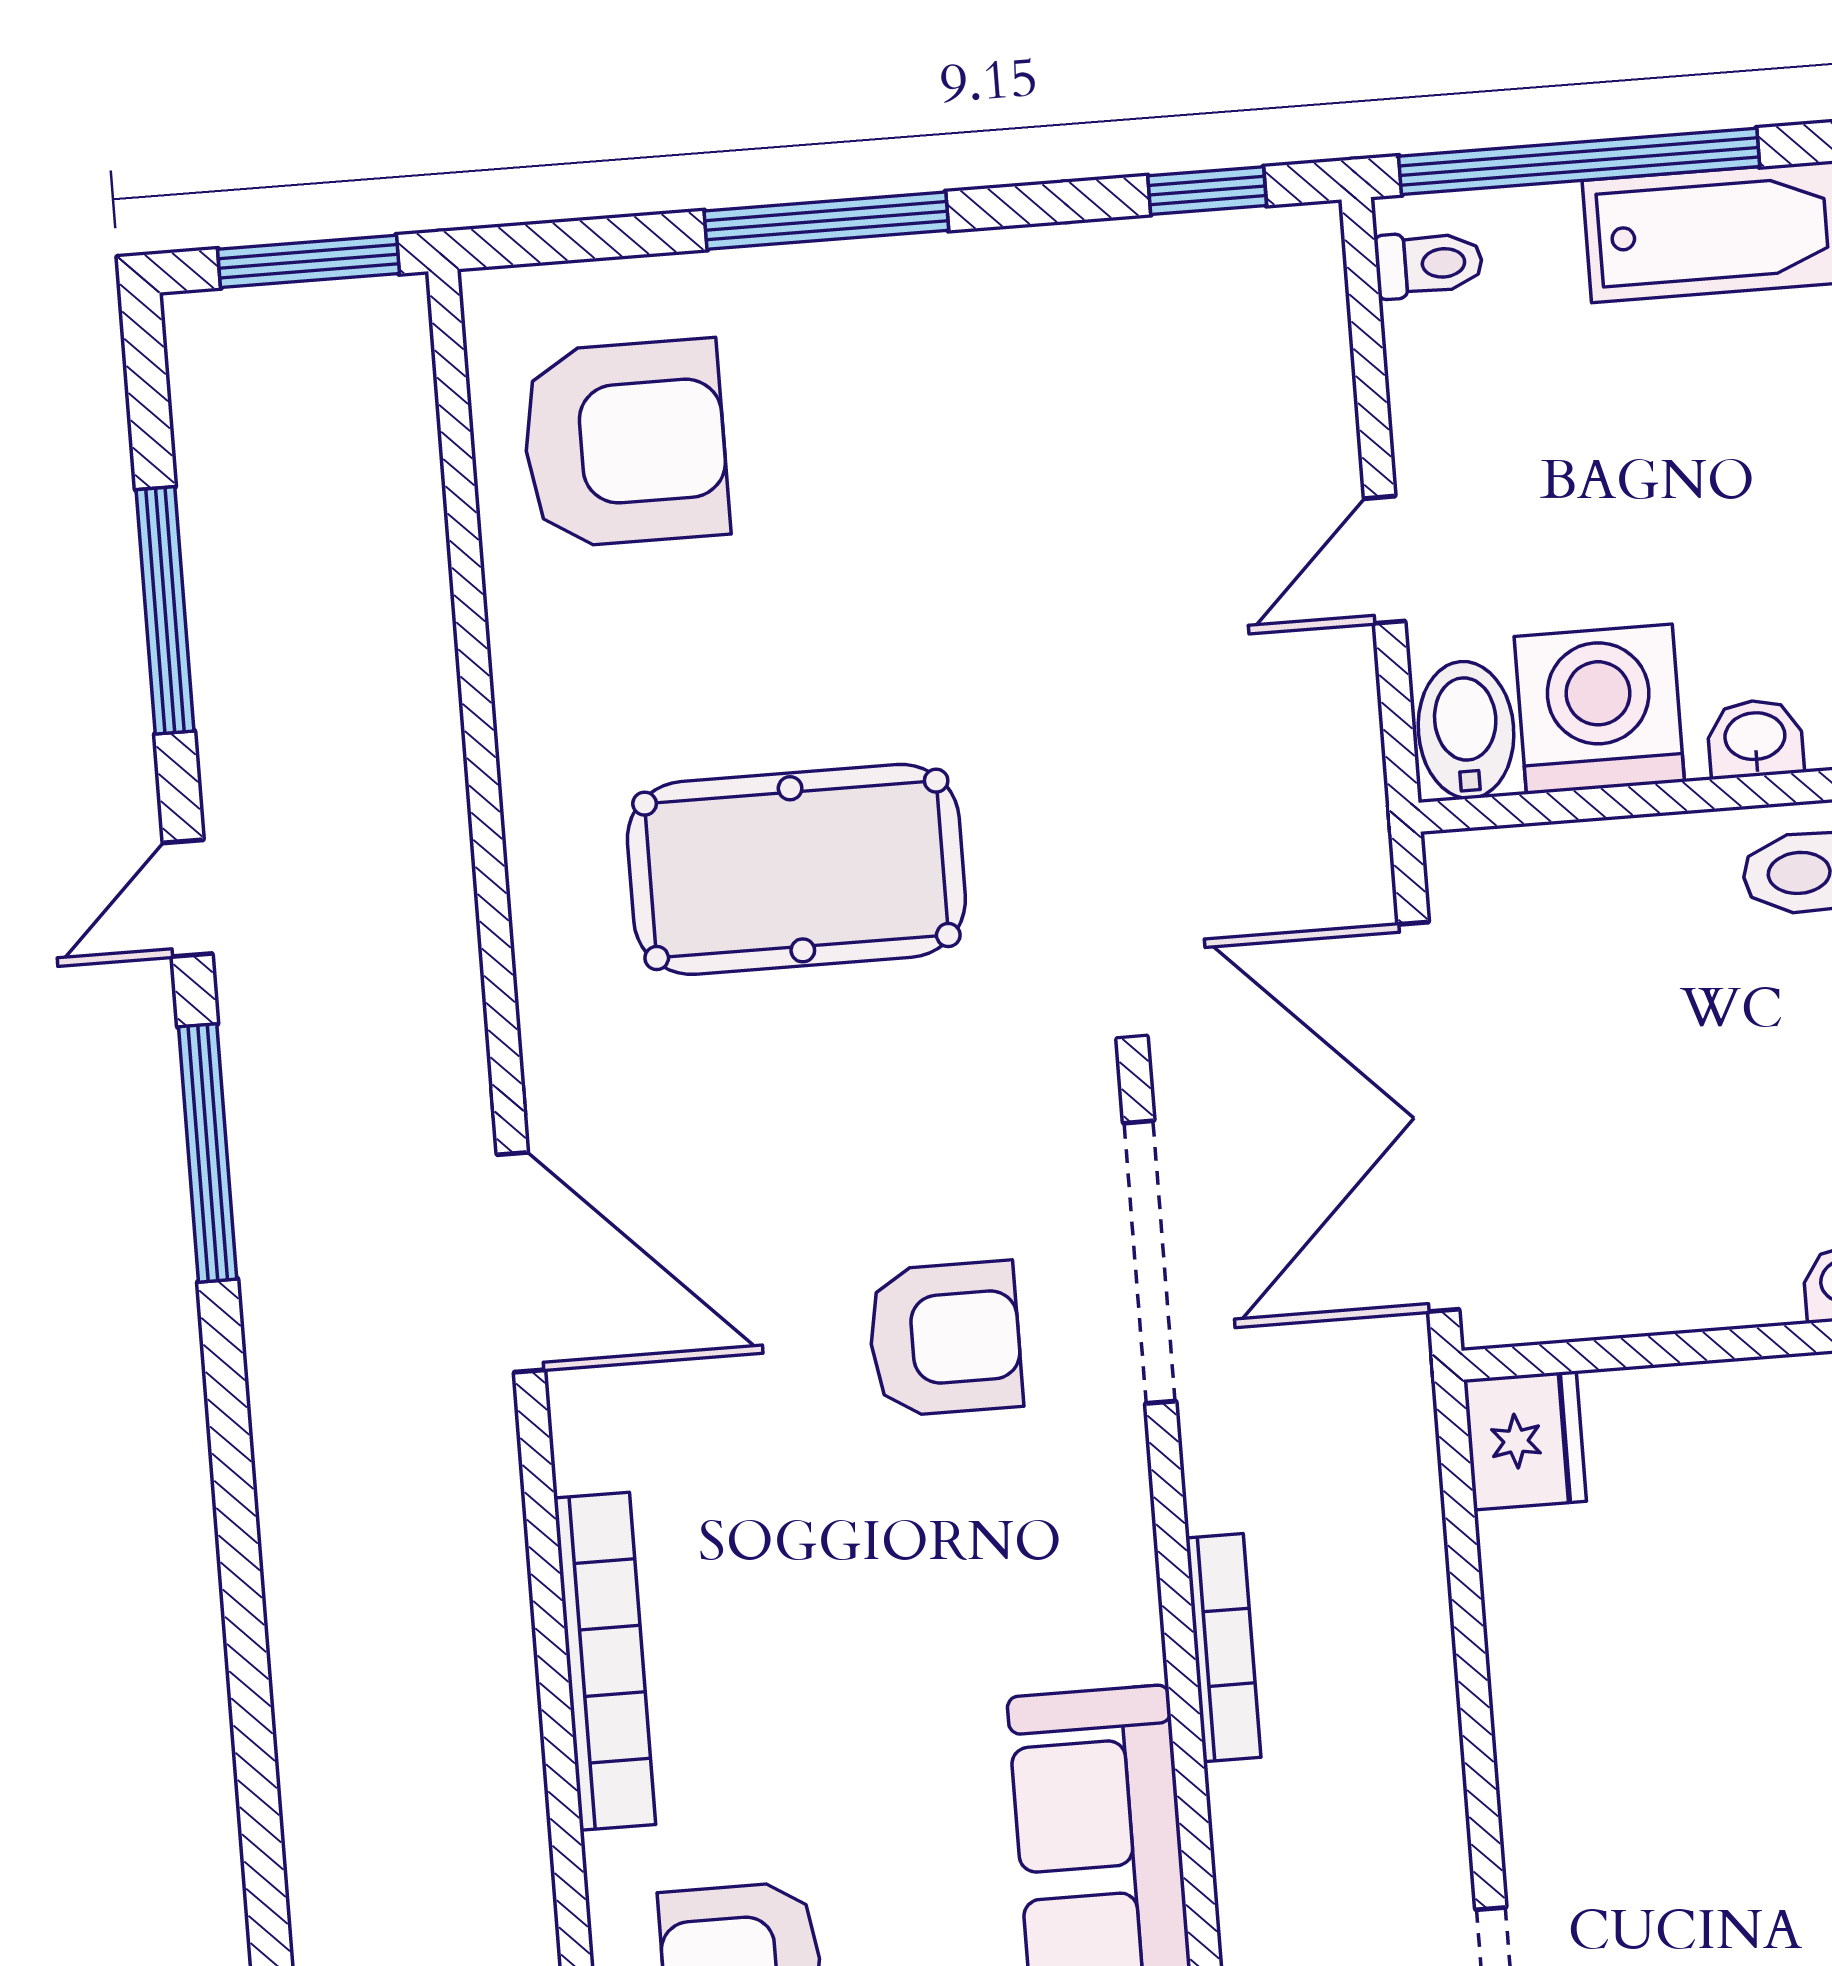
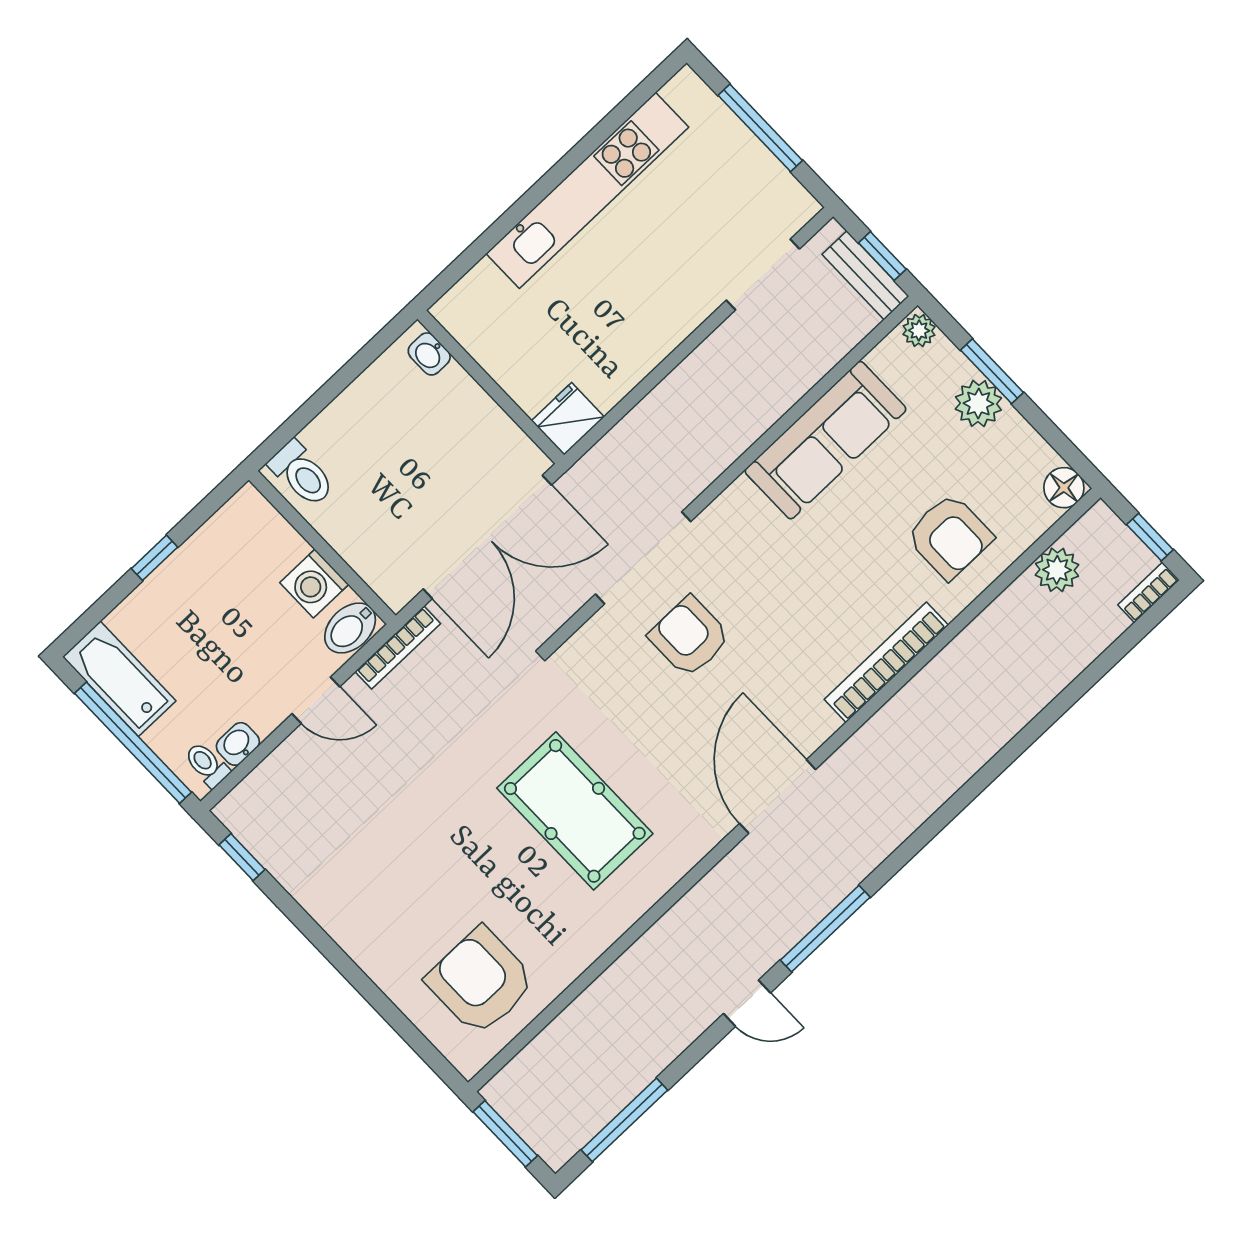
window: (826, 221) -> (354, 974), removed
window: (165, 610) -> (624, 1120), moved
washing machine: (1599, 709) -> (314, 584), width x0.73, depth x0.73
washbasin: (1755, 738) -> (238, 744), moved, turned 90
doorway: (1150, 1262) -> (643, 558), moved
bookcase: (1223, 1648) -> (398, 648), moved, turned 180

